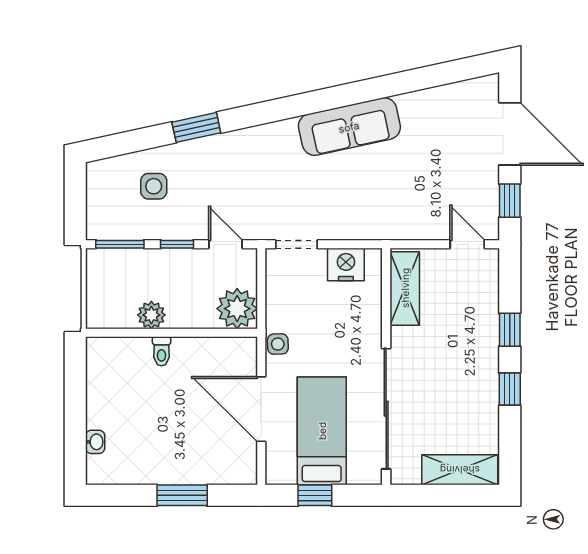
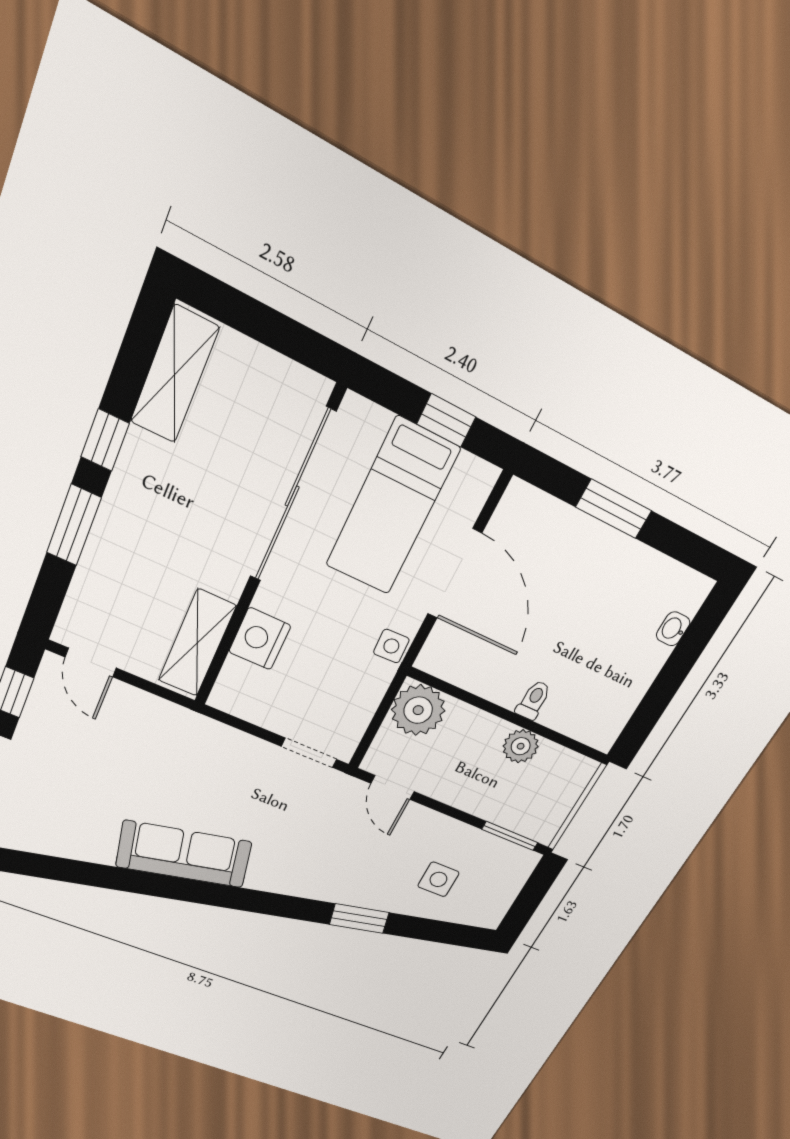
window: (177, 244) -> (447, 810), removed
nightstand: (346, 265) -> (260, 639), moved, turned 90
window: (510, 330) -> (74, 525), width x1.50
shelving: (460, 470) -> (174, 375), moved, turned 90

